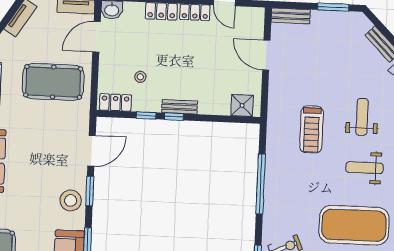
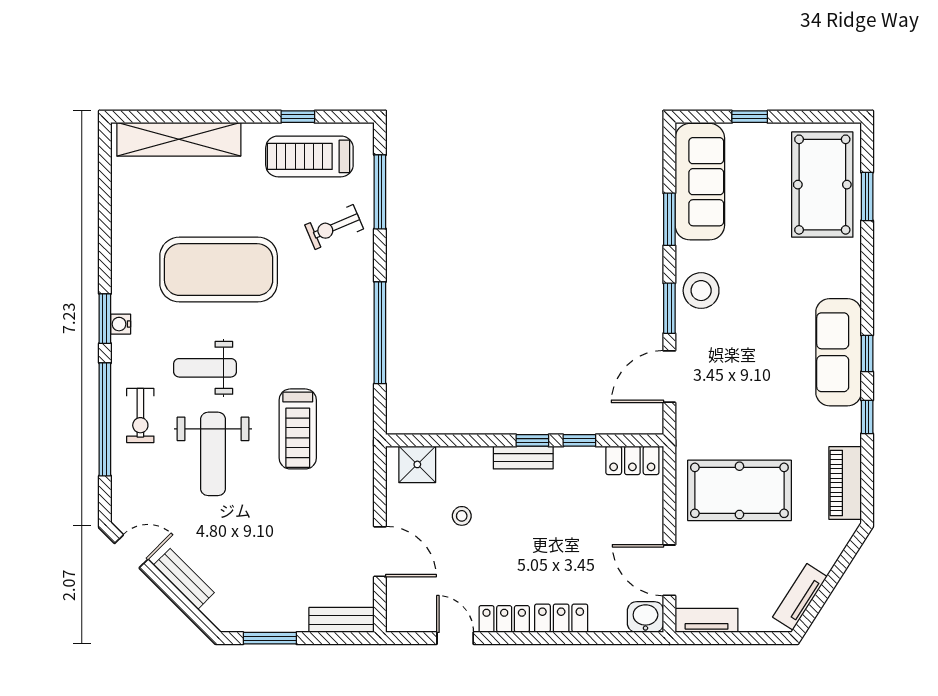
door: (96, 37) -> (669, 570), swing flipped
stool: (140, 77) -> (462, 516), moved
weight bench: (362, 117) -> (213, 454), width x1.36, depth x1.33
treadmill: (312, 129) -> (298, 429), turned 180
weight bench: (364, 168) -> (205, 368), turned 180

